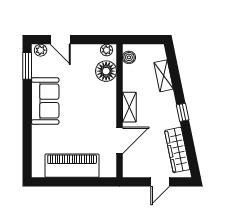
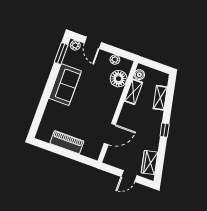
plant: (107, 50) -> (115, 60), moved
shelving: (129, 107) -> (133, 92), moved
wardrobe: (177, 150) -> (150, 163), width x0.67
piano: (72, 166) -> (67, 142), width x0.73, depth x0.75

